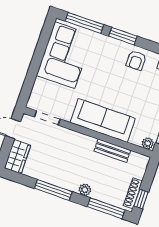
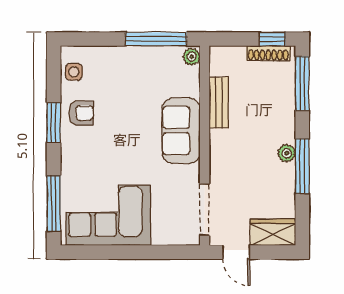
window: (123, 36) -> (54, 123), moved
doorway: (47, 118) -> (205, 209), width x1.38
sofa: (103, 120) -> (181, 131), width x0.73
plant: (85, 190) -> (287, 153), moved

